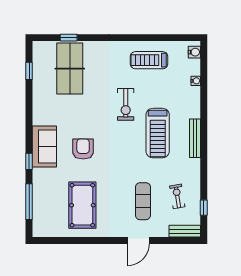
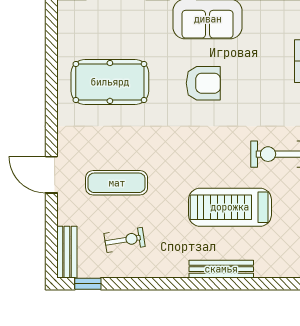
window: (204, 208) -> (88, 284), moved

